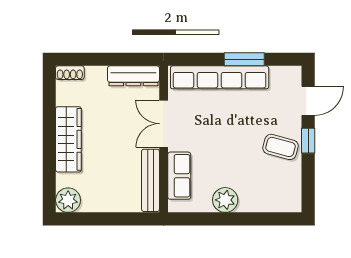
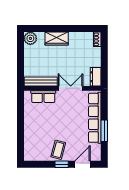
dresser: (133, 76) -> (96, 77), width x0.70
door: (308, 101) -> (82, 164), swing flipped
wardrobe: (68, 139) -> (57, 39), width x0.67
plant: (225, 200) -> (30, 121), removed

